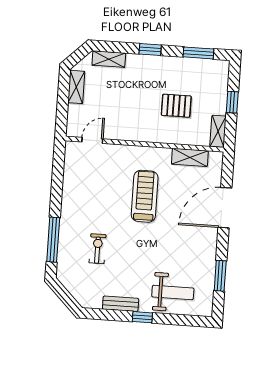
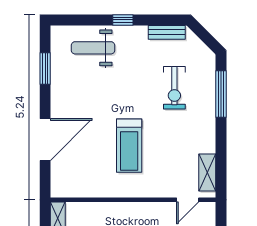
shelving: (190, 157) -> (207, 172), moved, turned 90
exercise bike: (97, 249) -> (174, 88), width x1.38, depth x1.39
bench: (121, 304) -> (167, 32), moved

